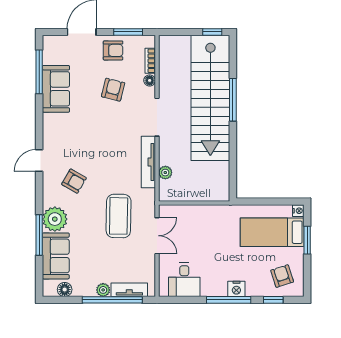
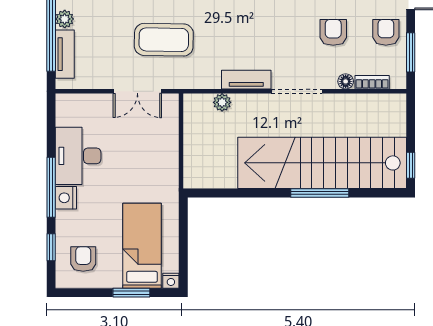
armchair: (113, 50) -> (386, 32), turned 180
armchair: (113, 90) -> (333, 32), turned -104
tv unit: (148, 162) -> (246, 80), width x0.71
armchair: (282, 276) -> (83, 259), turned -72
desk: (184, 280) -> (78, 156), moved, width x1.37

